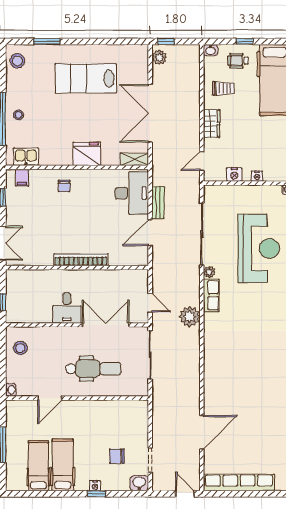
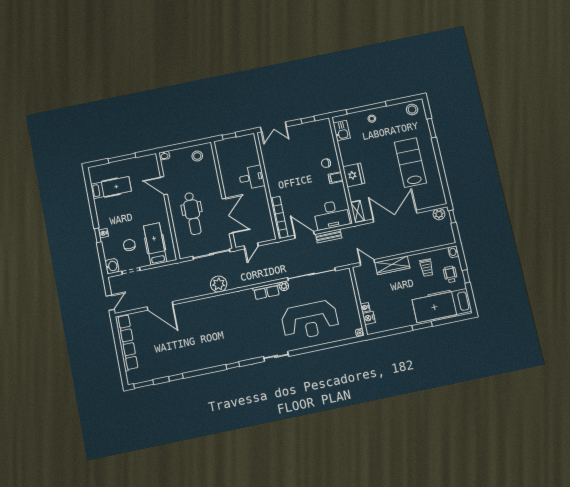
wardrobe: (212, 123) -> (392, 265), width x1.50
nightstand: (234, 175) -> (369, 318), moved
filing cabinet: (22, 178) -> (336, 178), moved
bookcase: (81, 260) -> (279, 217), moved
desk: (67, 308) -> (251, 177), moved, turned 180
plant: (190, 317) -> (219, 284), moved
hospital bed: (63, 465) -> (155, 244), moved, turned -90

